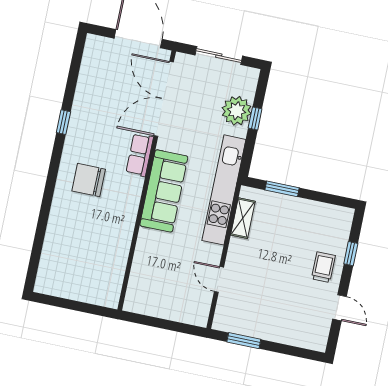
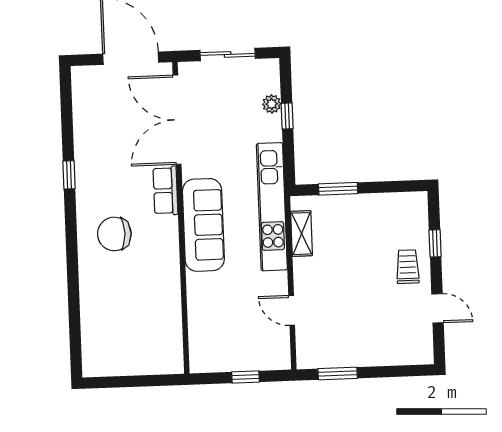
plant: (237, 111) -> (272, 104), width x0.53, depth x0.53
window: (167, 325) -> (245, 377), added

